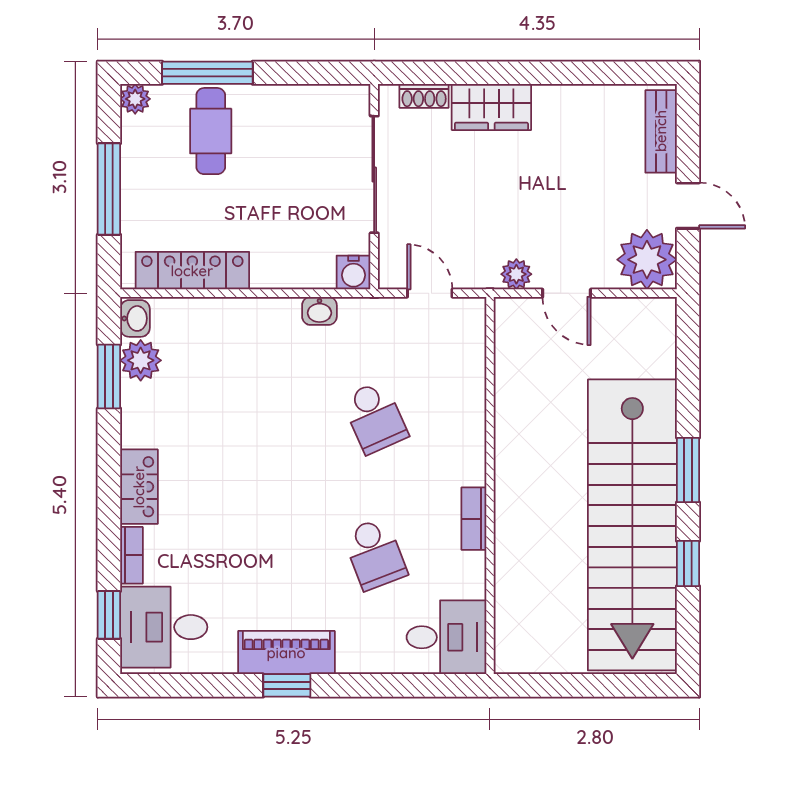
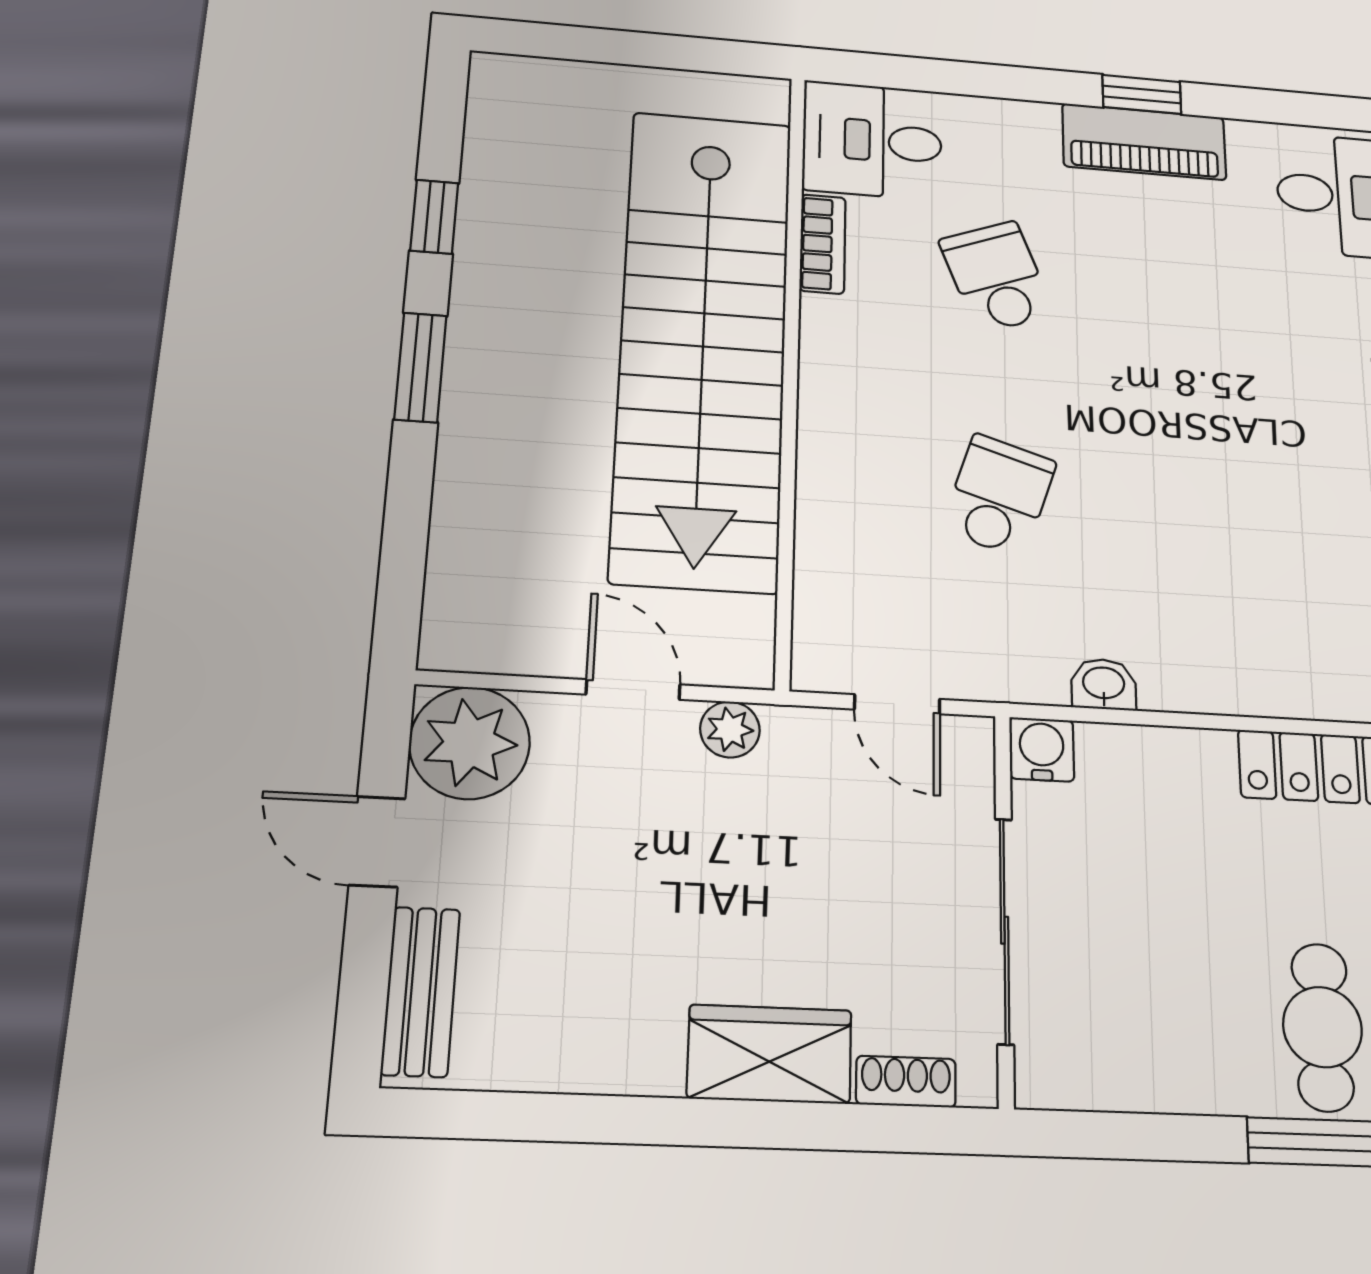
school desk: (375, 417) -> (999, 496), turned 42
bookcase: (474, 519) -> (823, 244), moved
stairs: (632, 525) -> (703, 345), moved, turned 180

